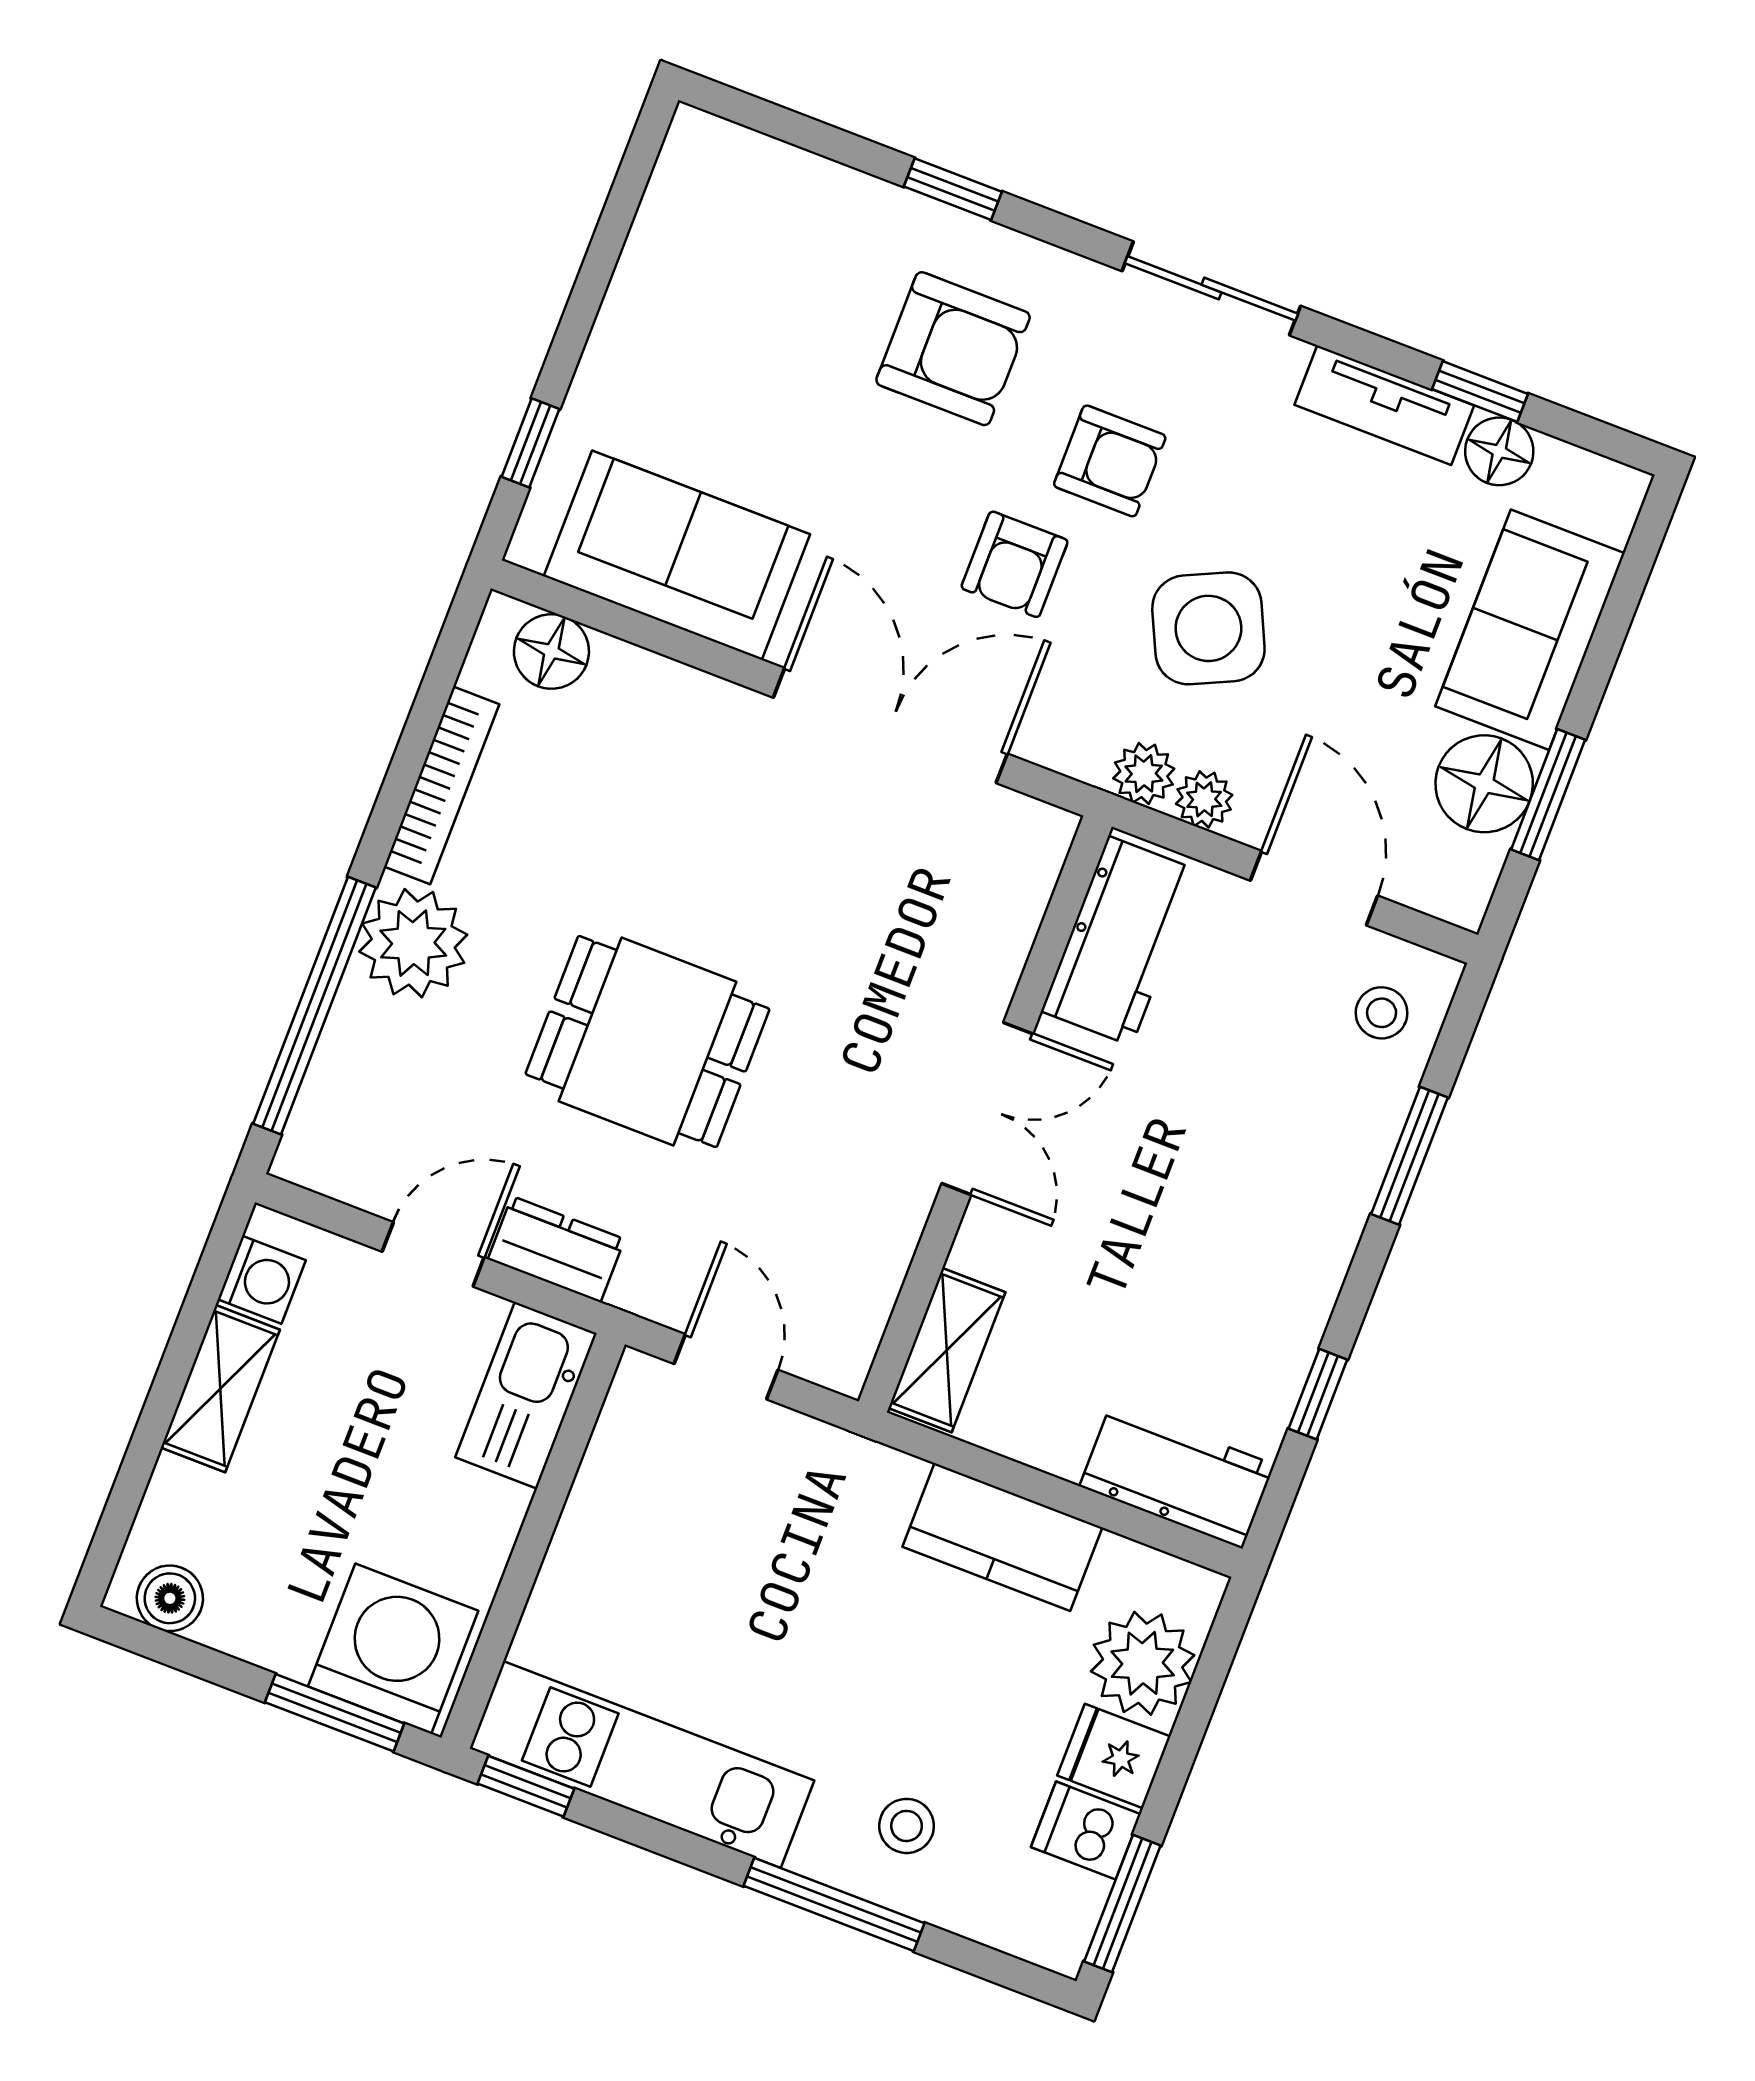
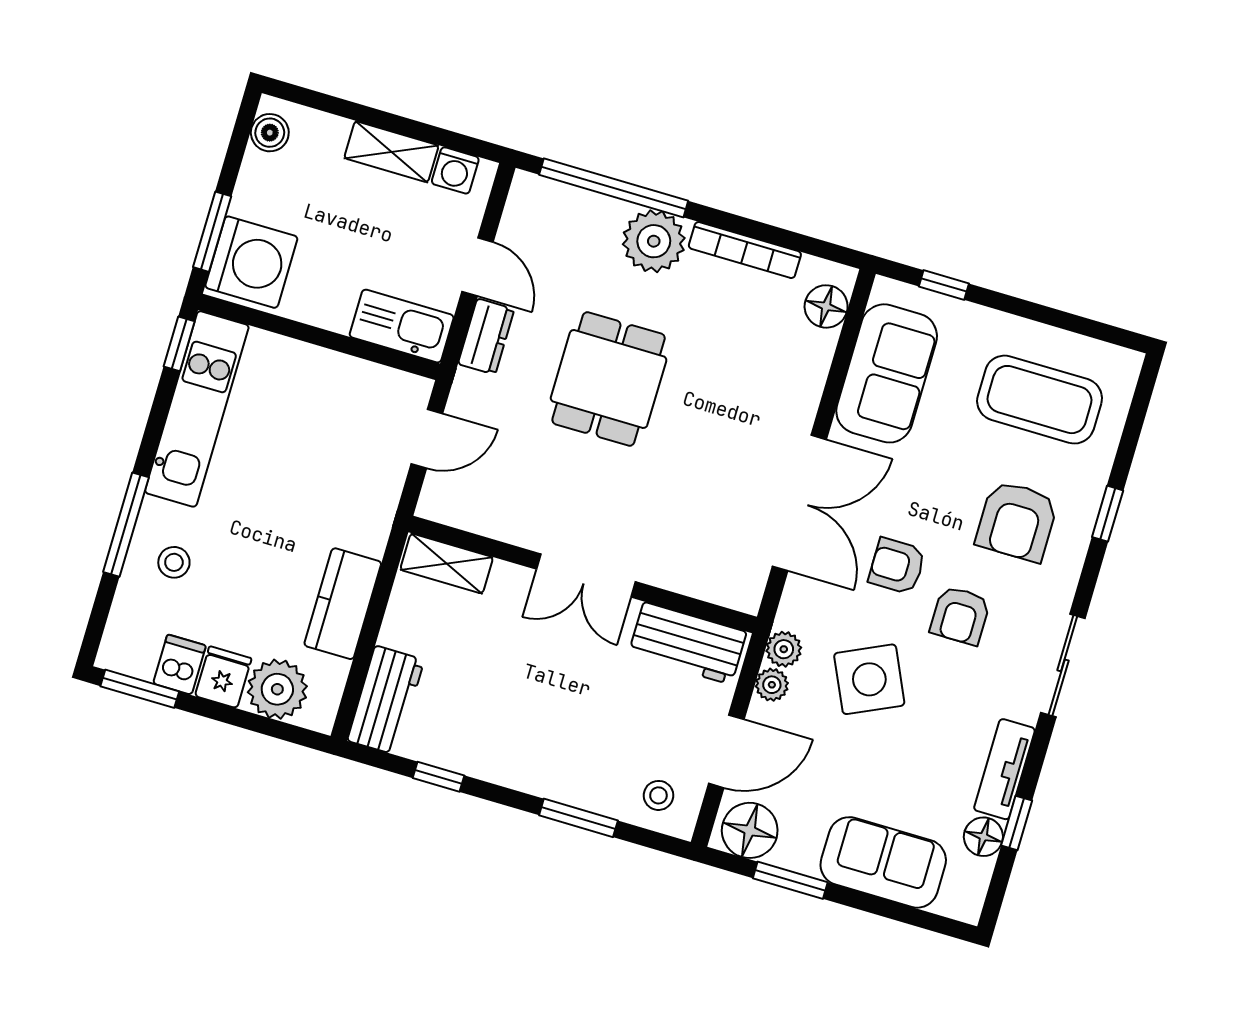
coffee table: (744, 292) -> (1040, 400), added
floor lamp: (1484, 784) -> (750, 830), moved

